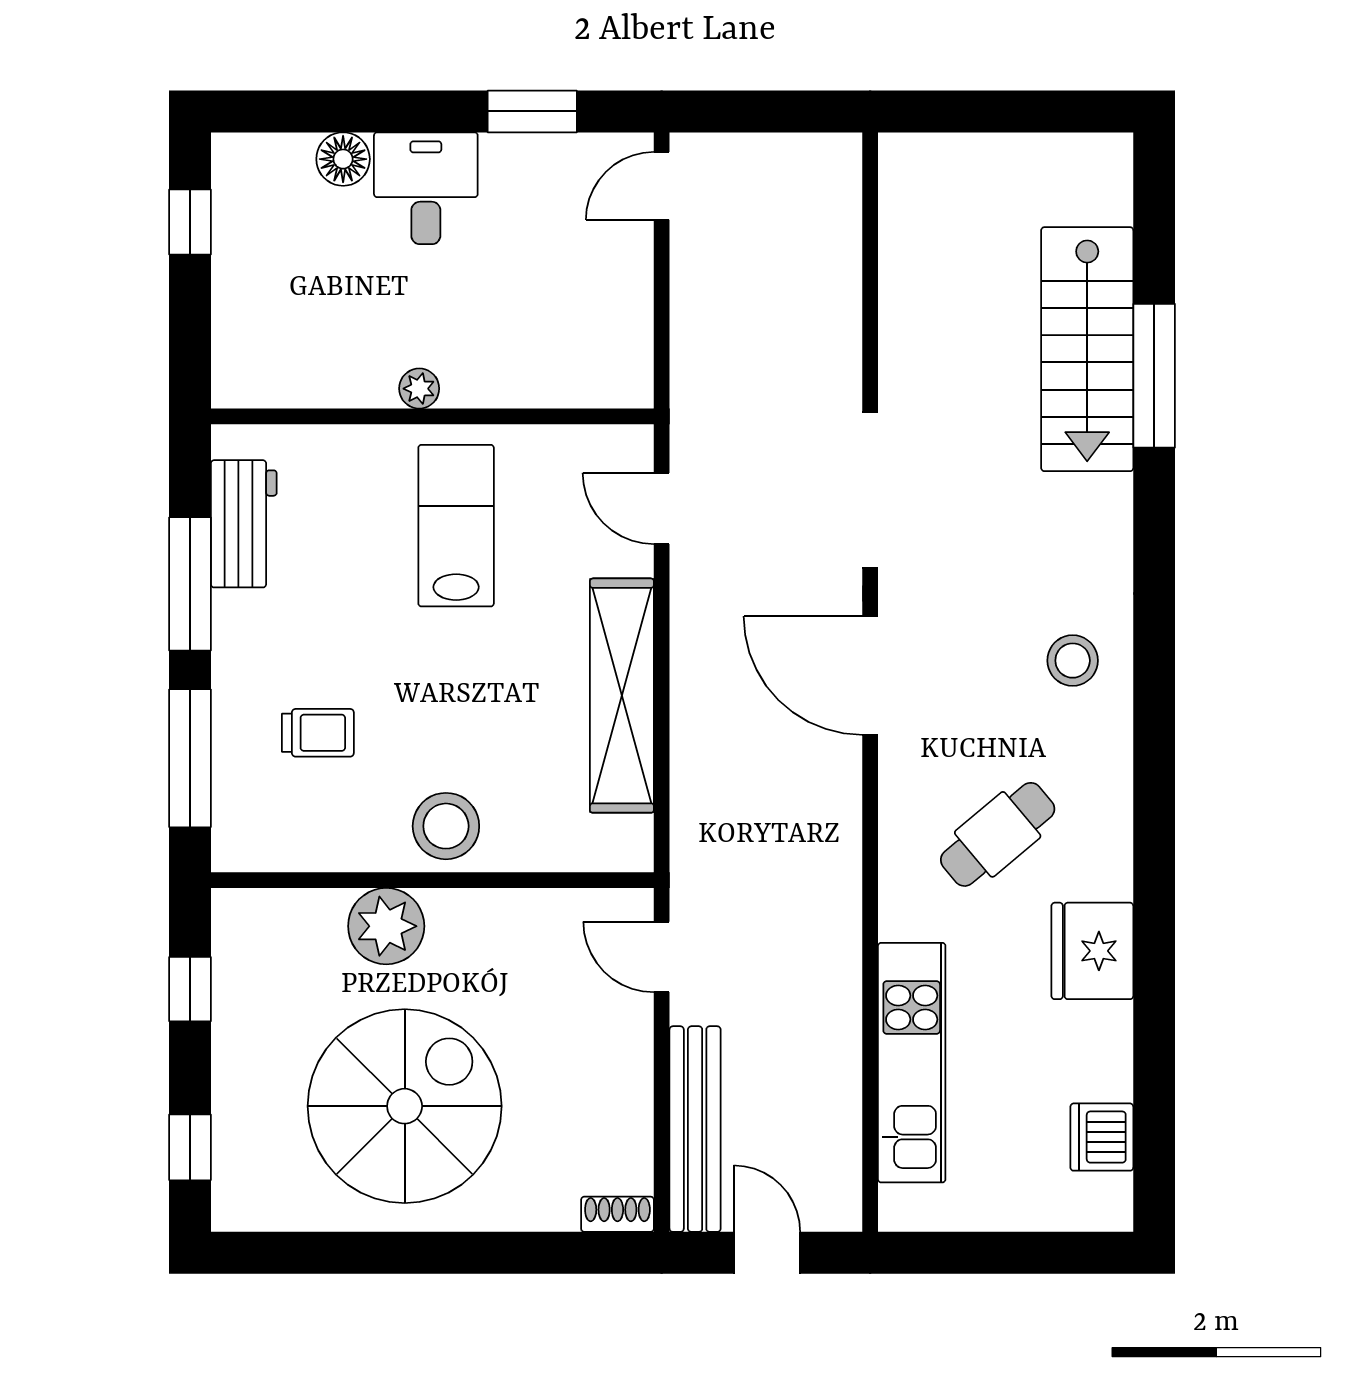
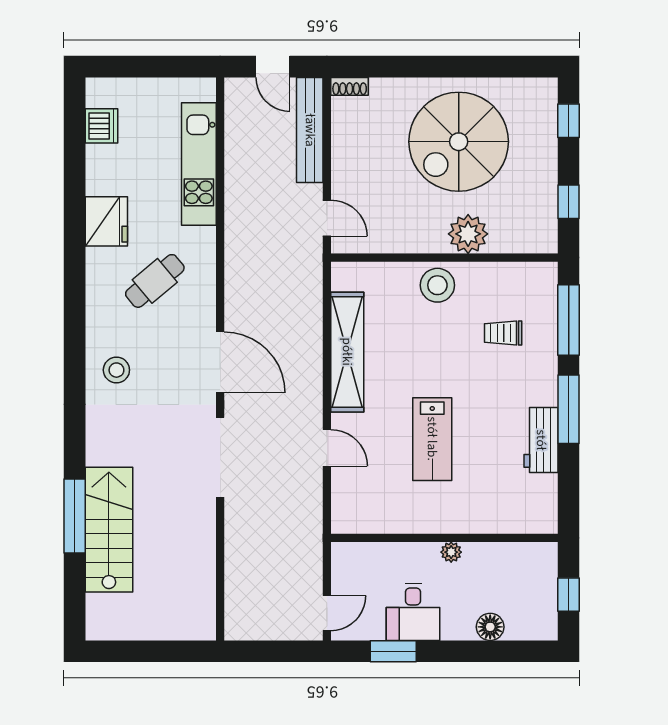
desk: (426, 188) -> (413, 612), moved
plant: (419, 389) -> (451, 552), moved
wall: (432, 416) -> (444, 538), moved

